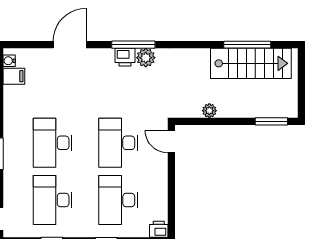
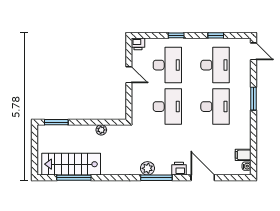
door: (70, 45) -> (203, 178), swing flipped
printer: (125, 57) -> (179, 169), moved
door: (171, 142) -> (129, 75), moved

